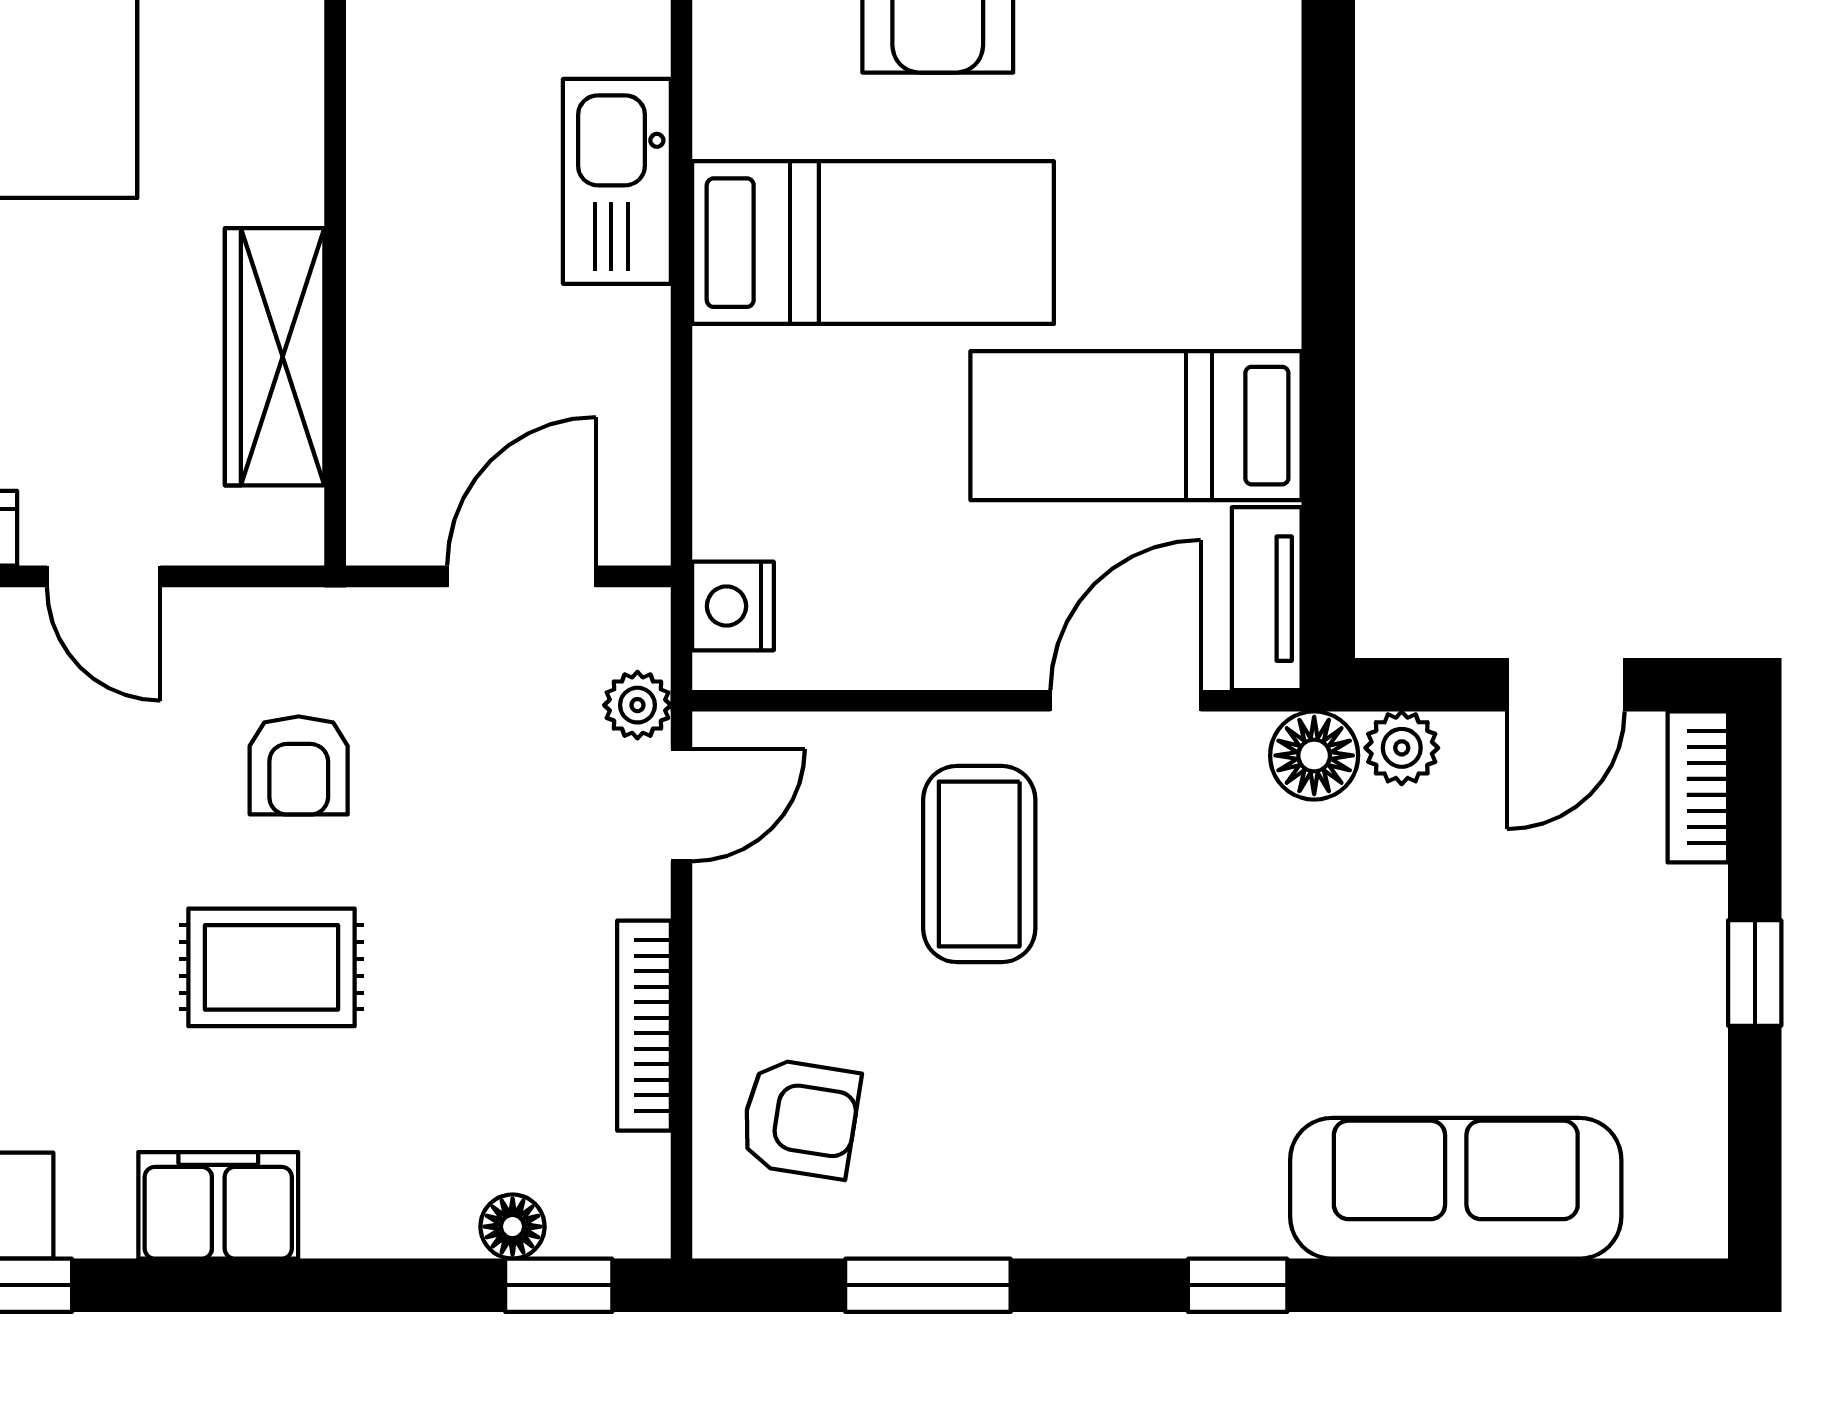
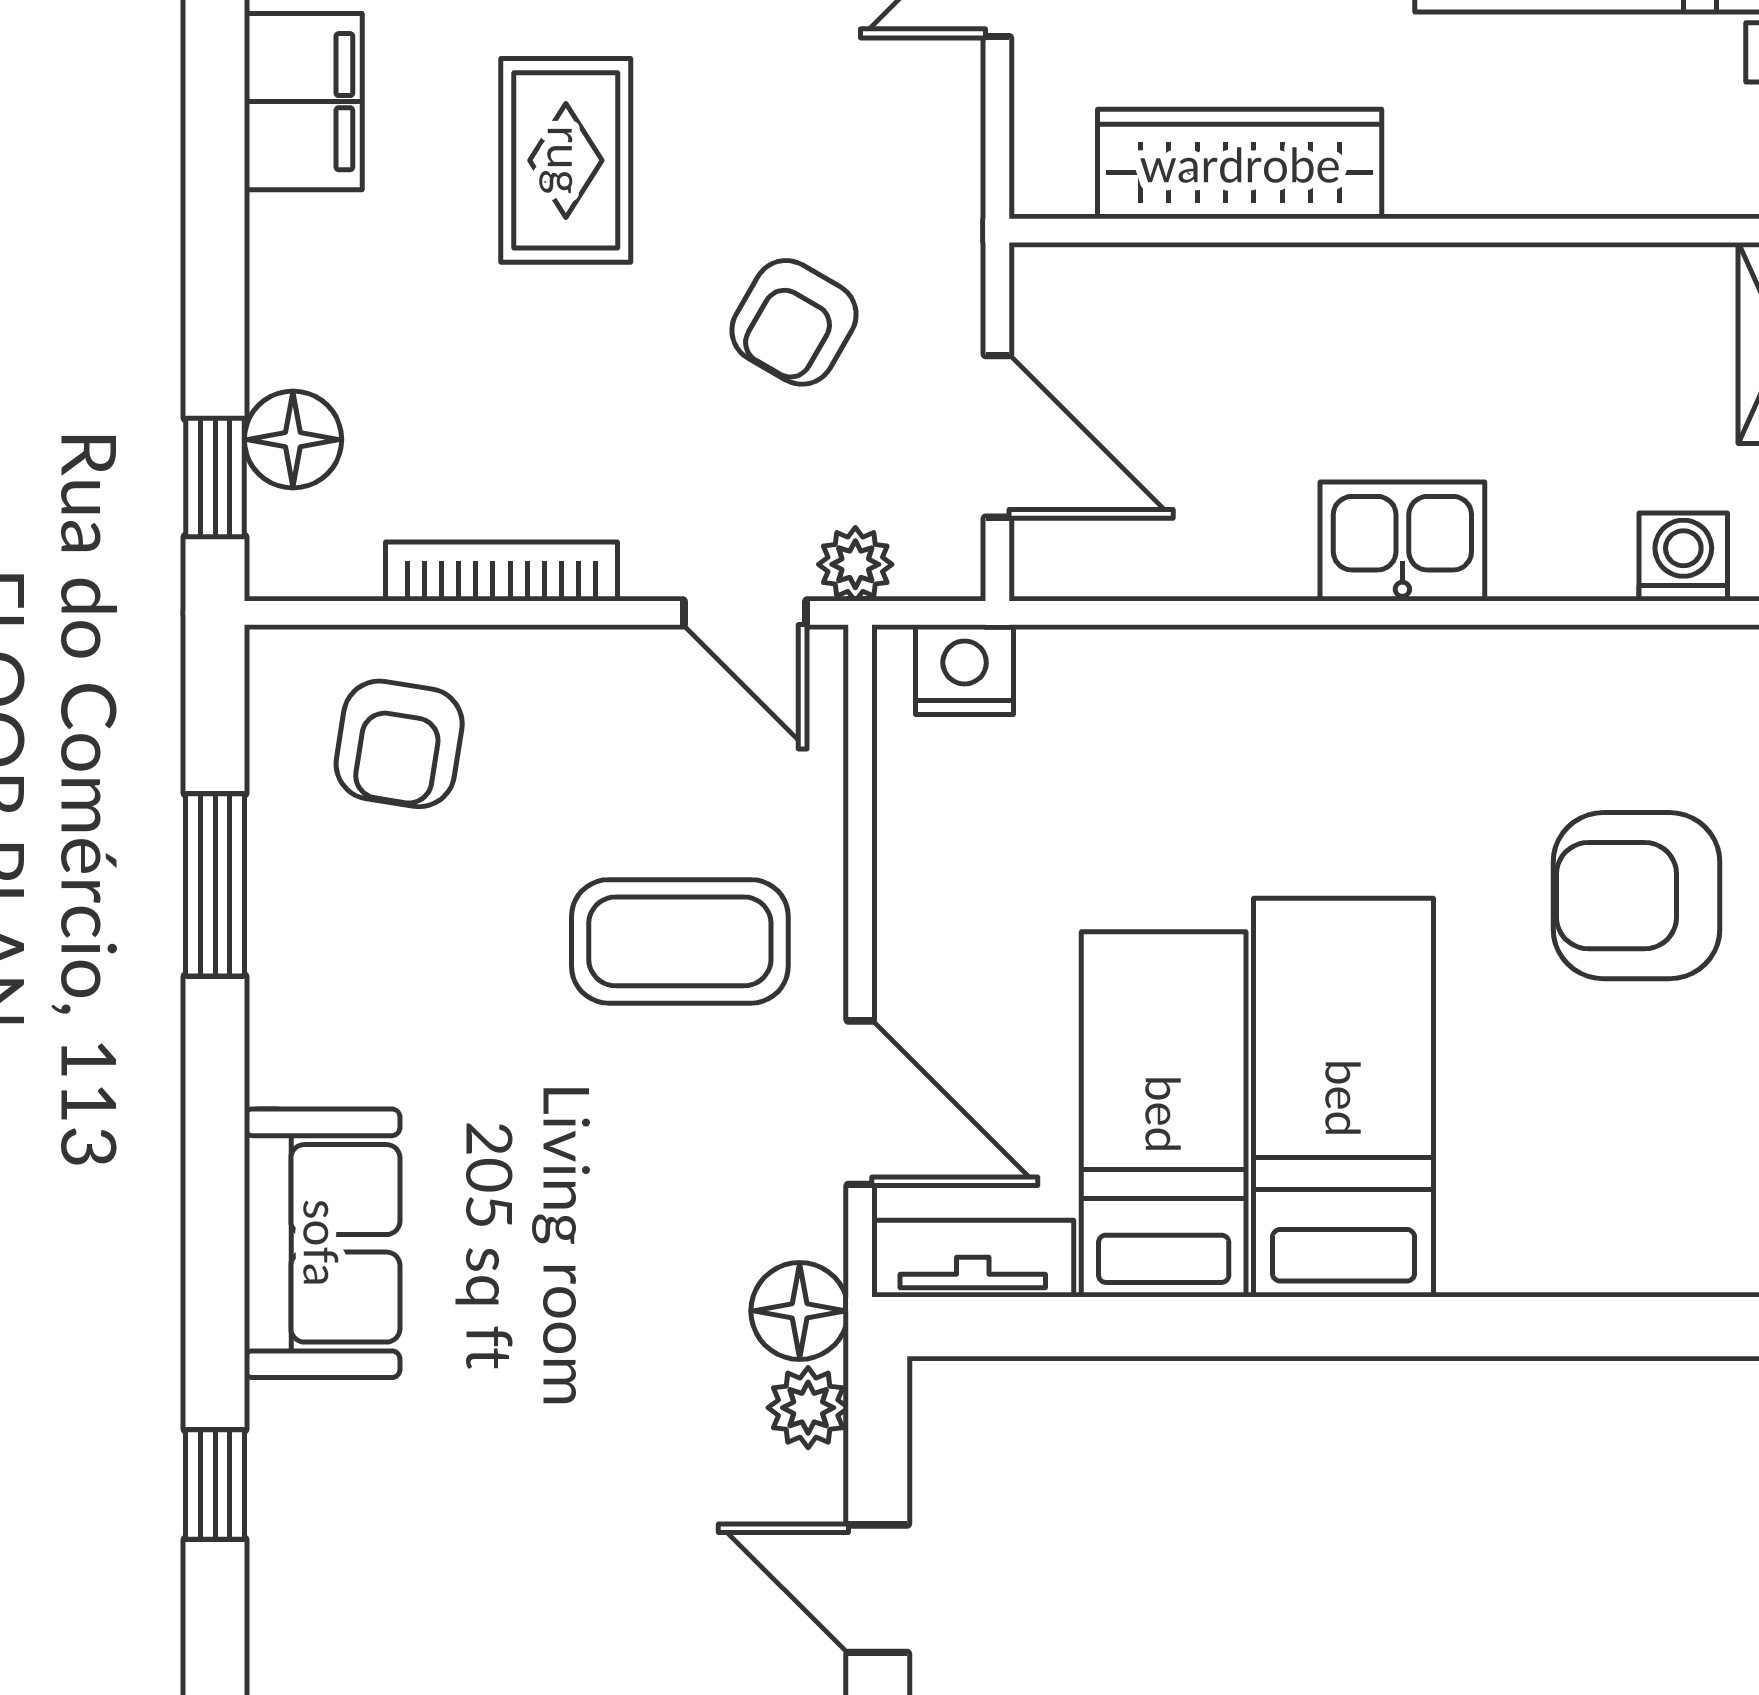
kitchen sink: (617, 181) -> (1402, 542), width x0.73
bed: (873, 243) -> (1344, 1098), moved, turned 180
armchair: (299, 765) -> (794, 322), moved, turned -60
sofa: (1456, 1188) -> (322, 1243), moved, width x0.73
floor lamp: (513, 1227) -> (293, 440), width x1.37, depth x1.37
window: (1238, 1285) -> (215, 1485), moved

